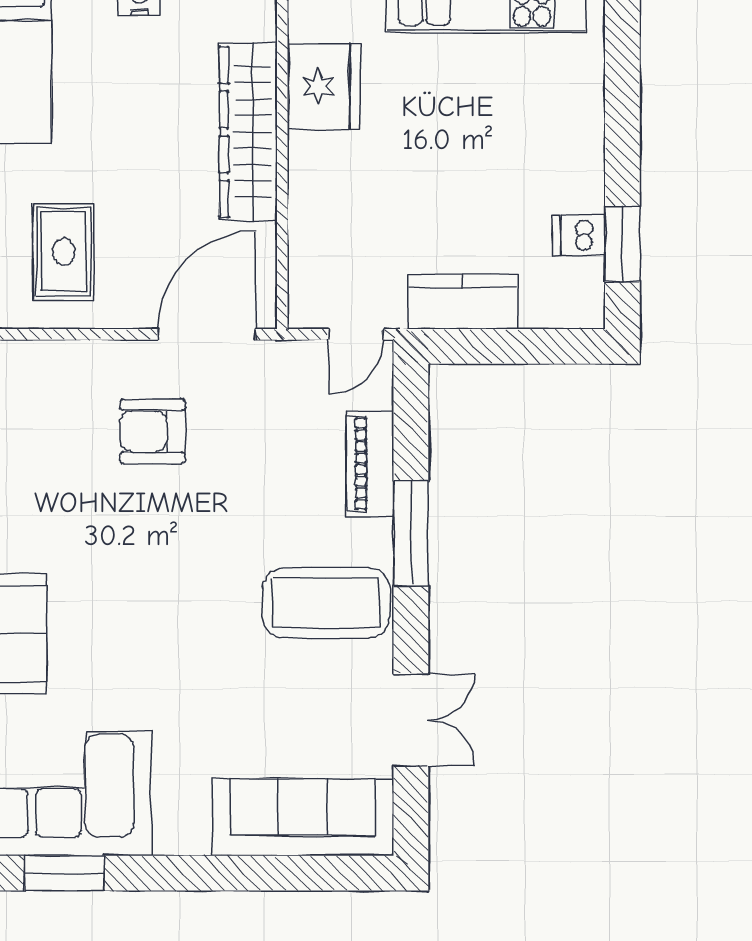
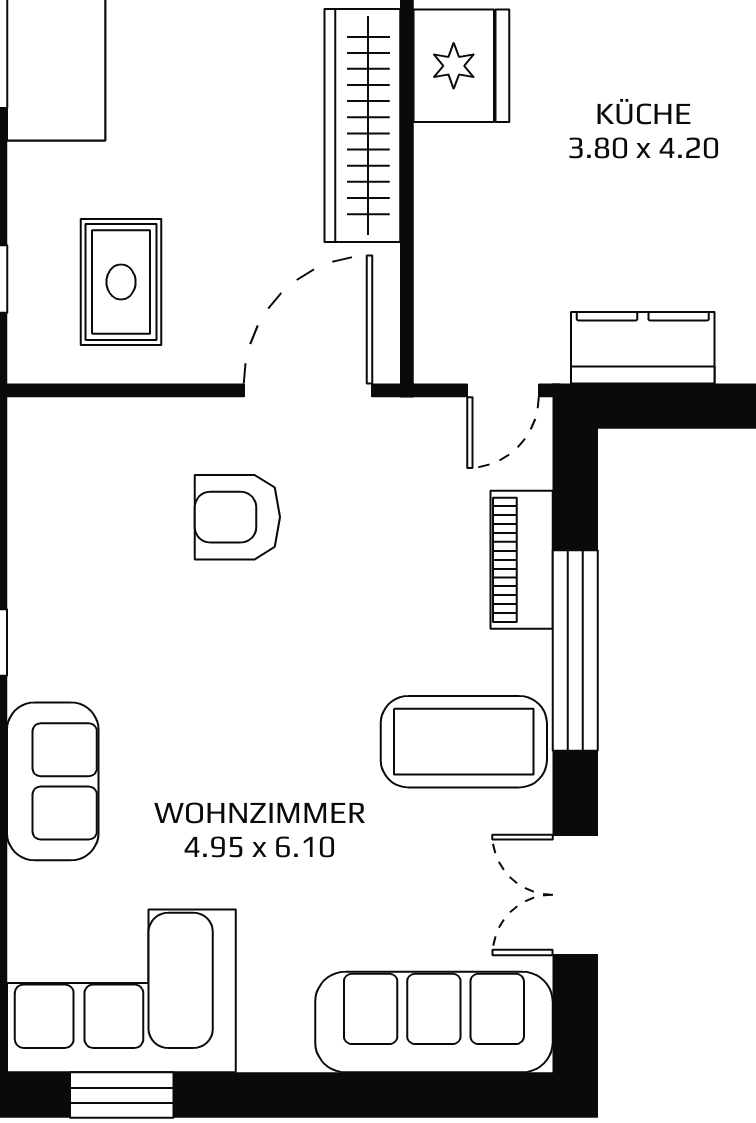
window: (411, 533) -> (575, 650), width x1.46
double door: (411, 720) -> (575, 895), swing flipped

